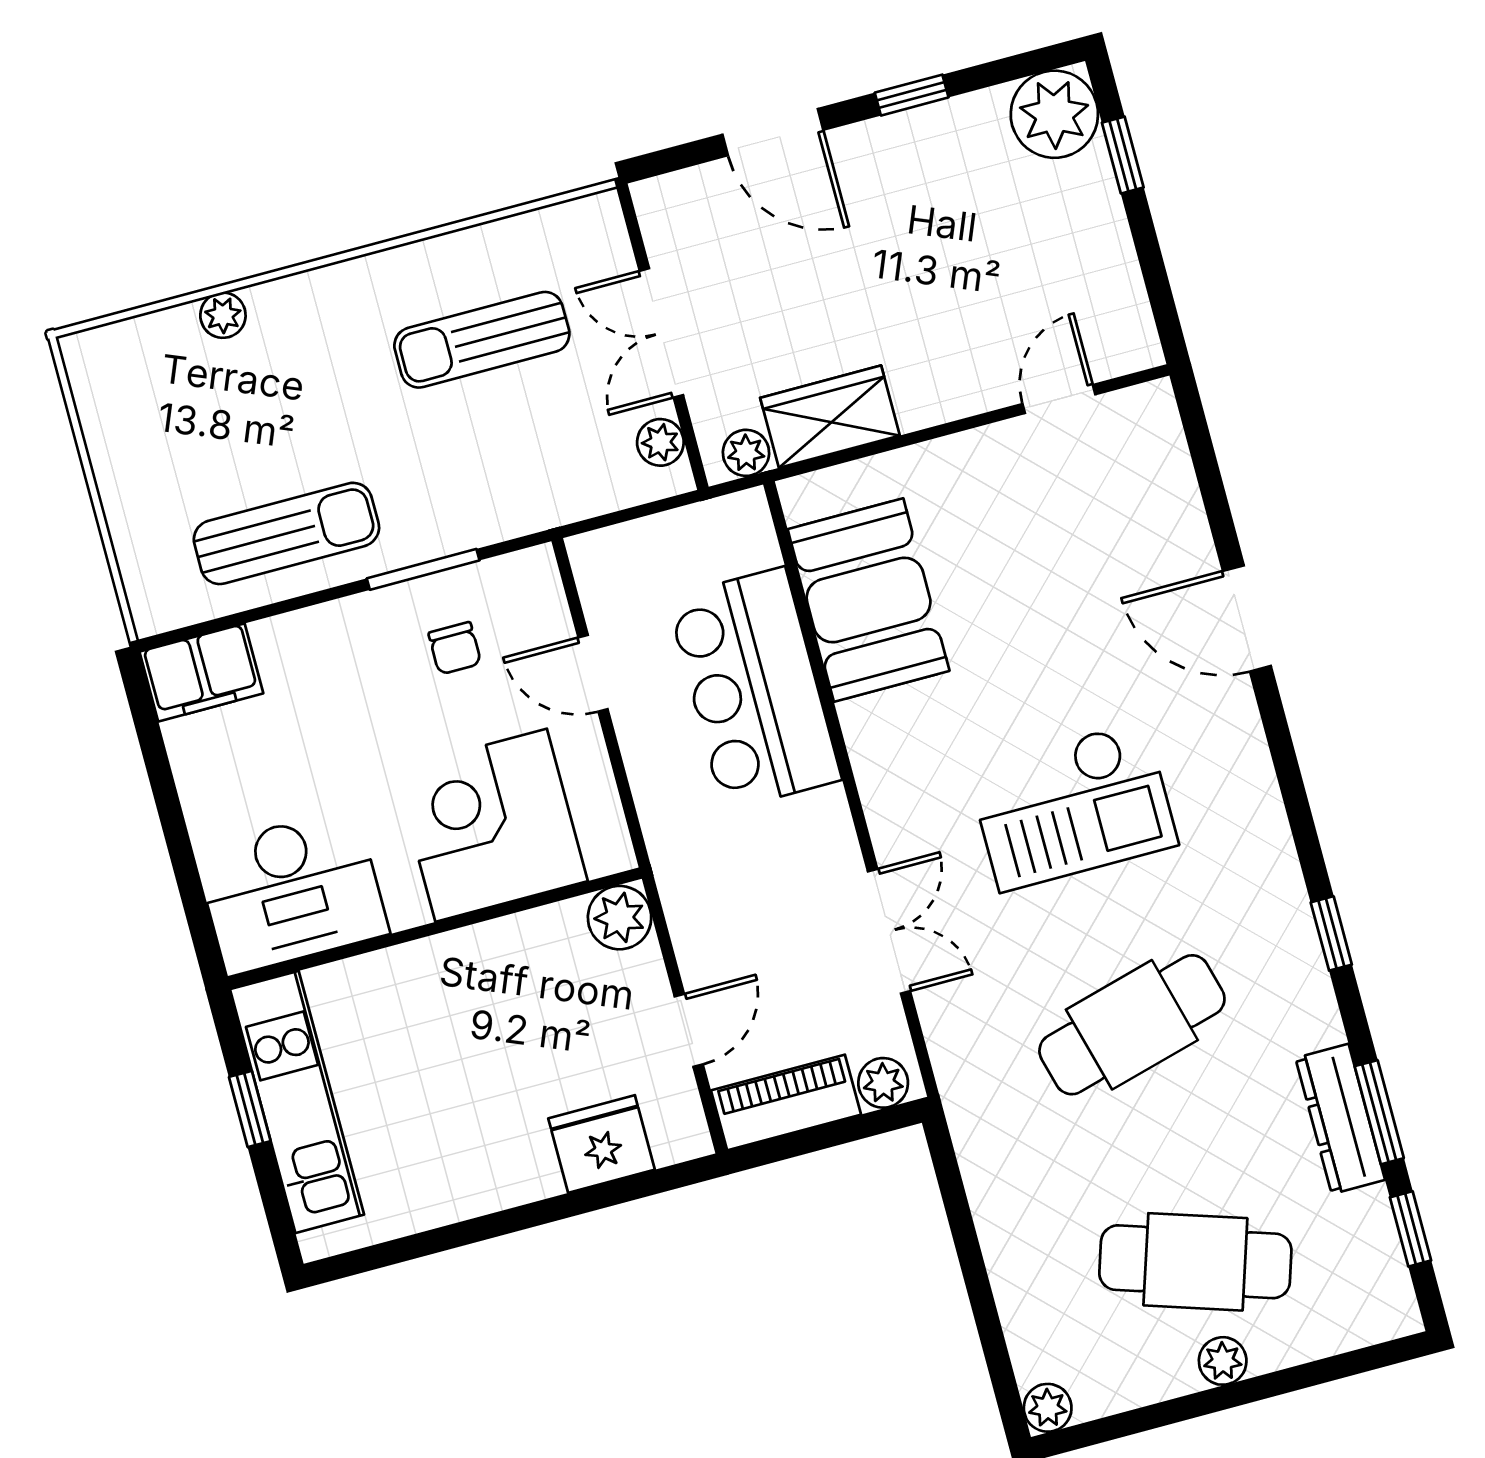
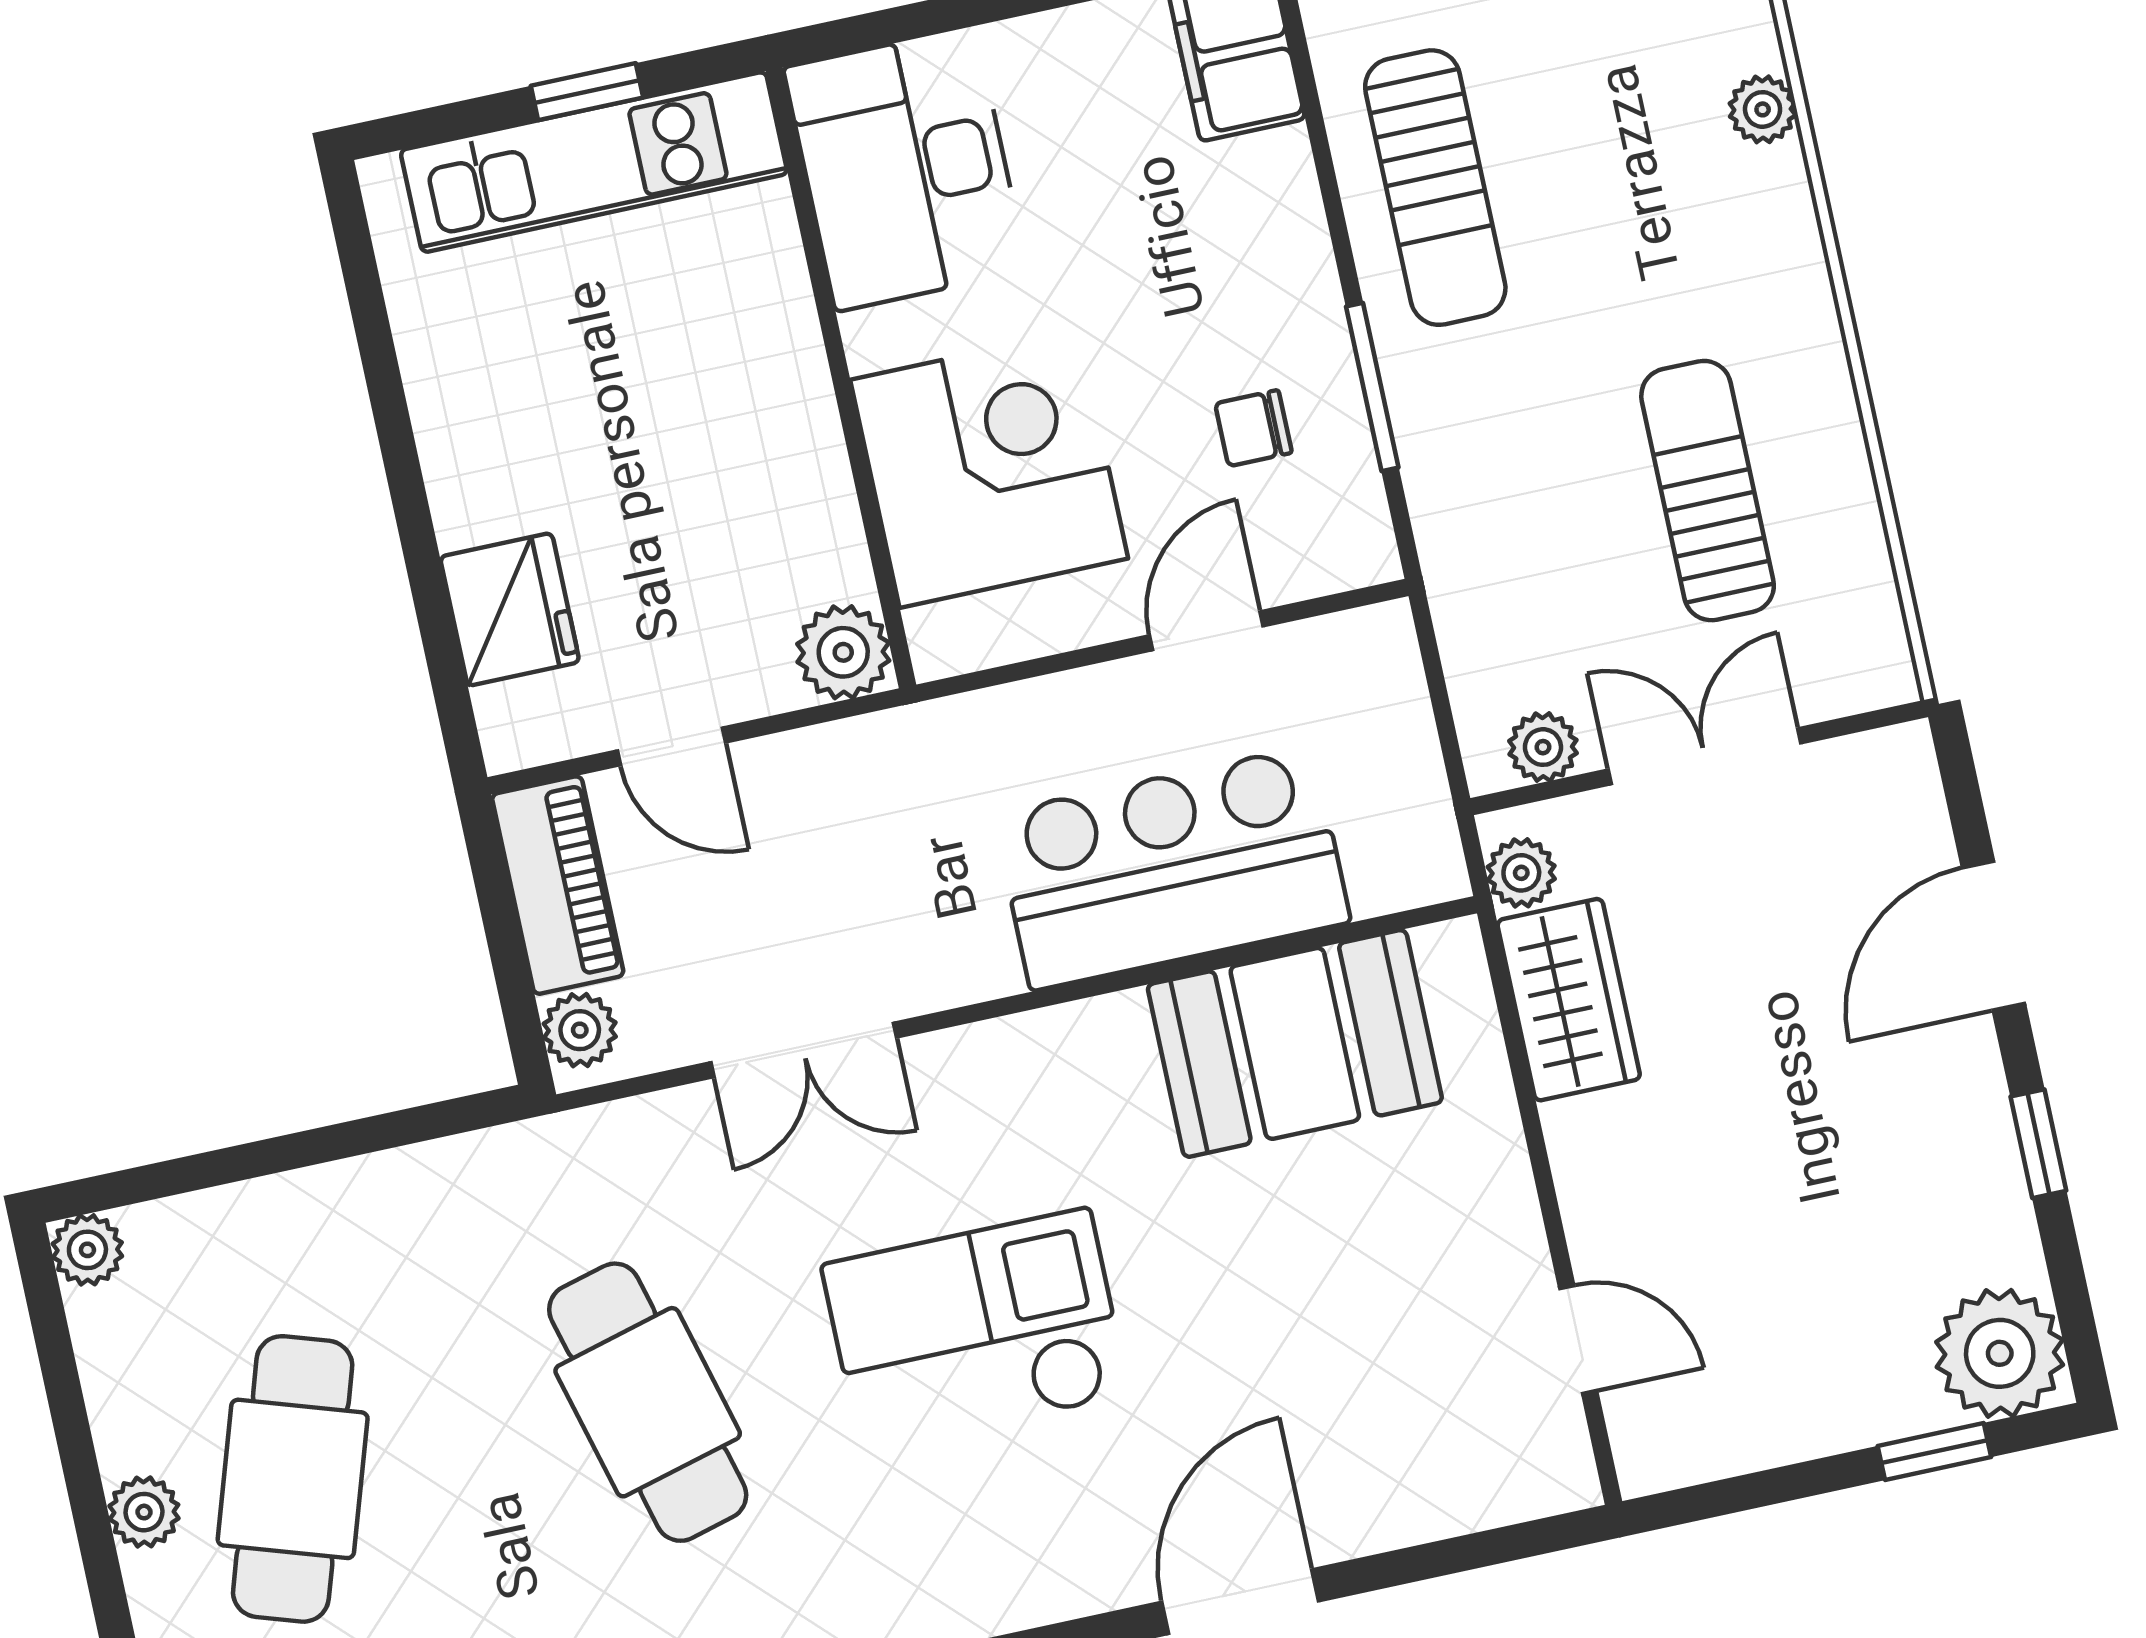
checkout: (1073, 806) -> (975, 1330), turned 90

